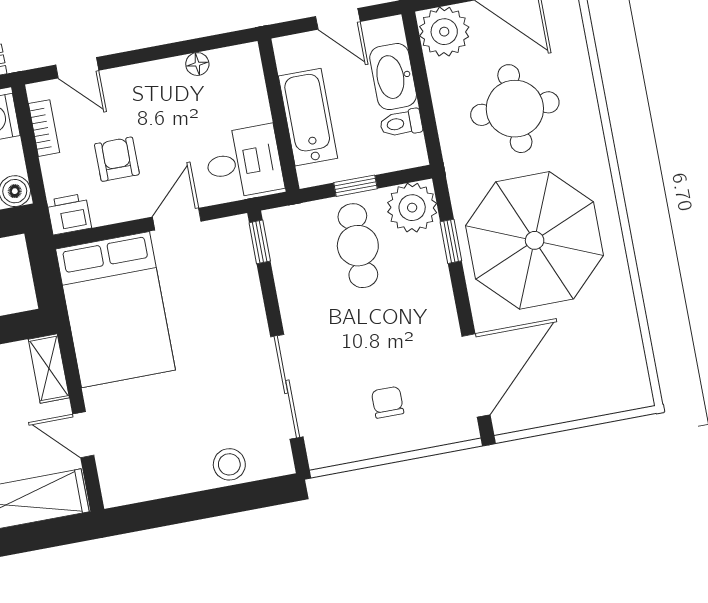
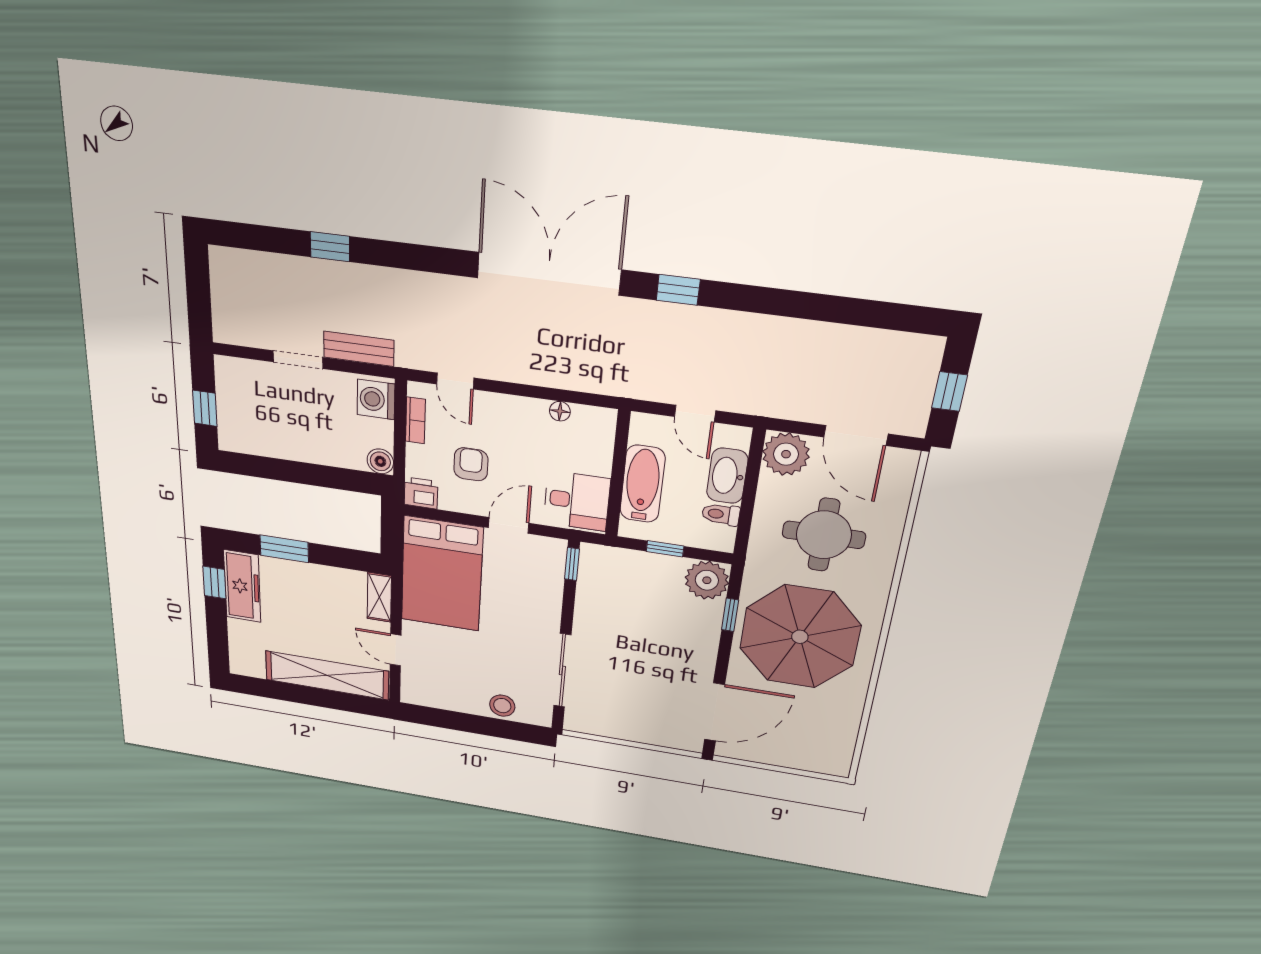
cafe table: (358, 246) -> (652, 593), removed
chair: (388, 402) -> (638, 706), removed

